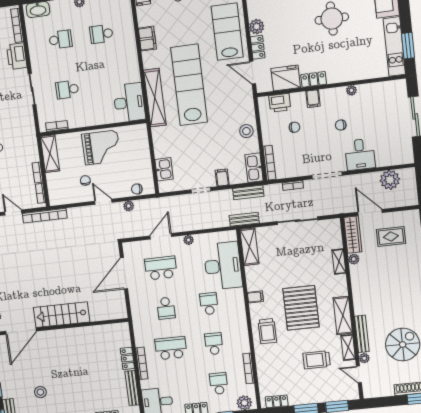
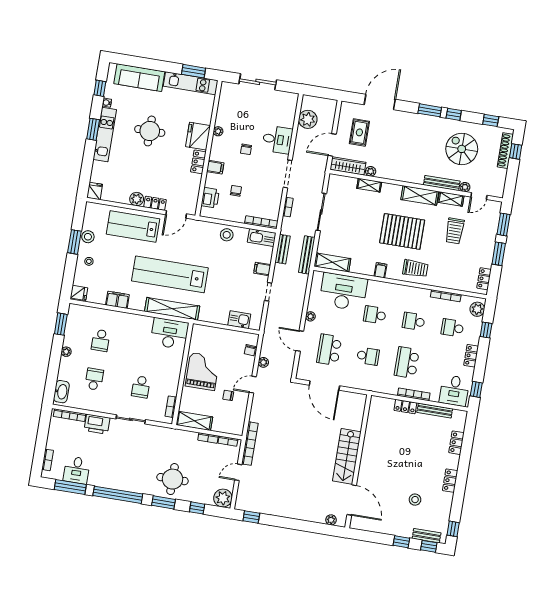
fridge: (286, 78) -> (198, 136), moved
bench: (244, 219) -> (307, 255), width x1.36

